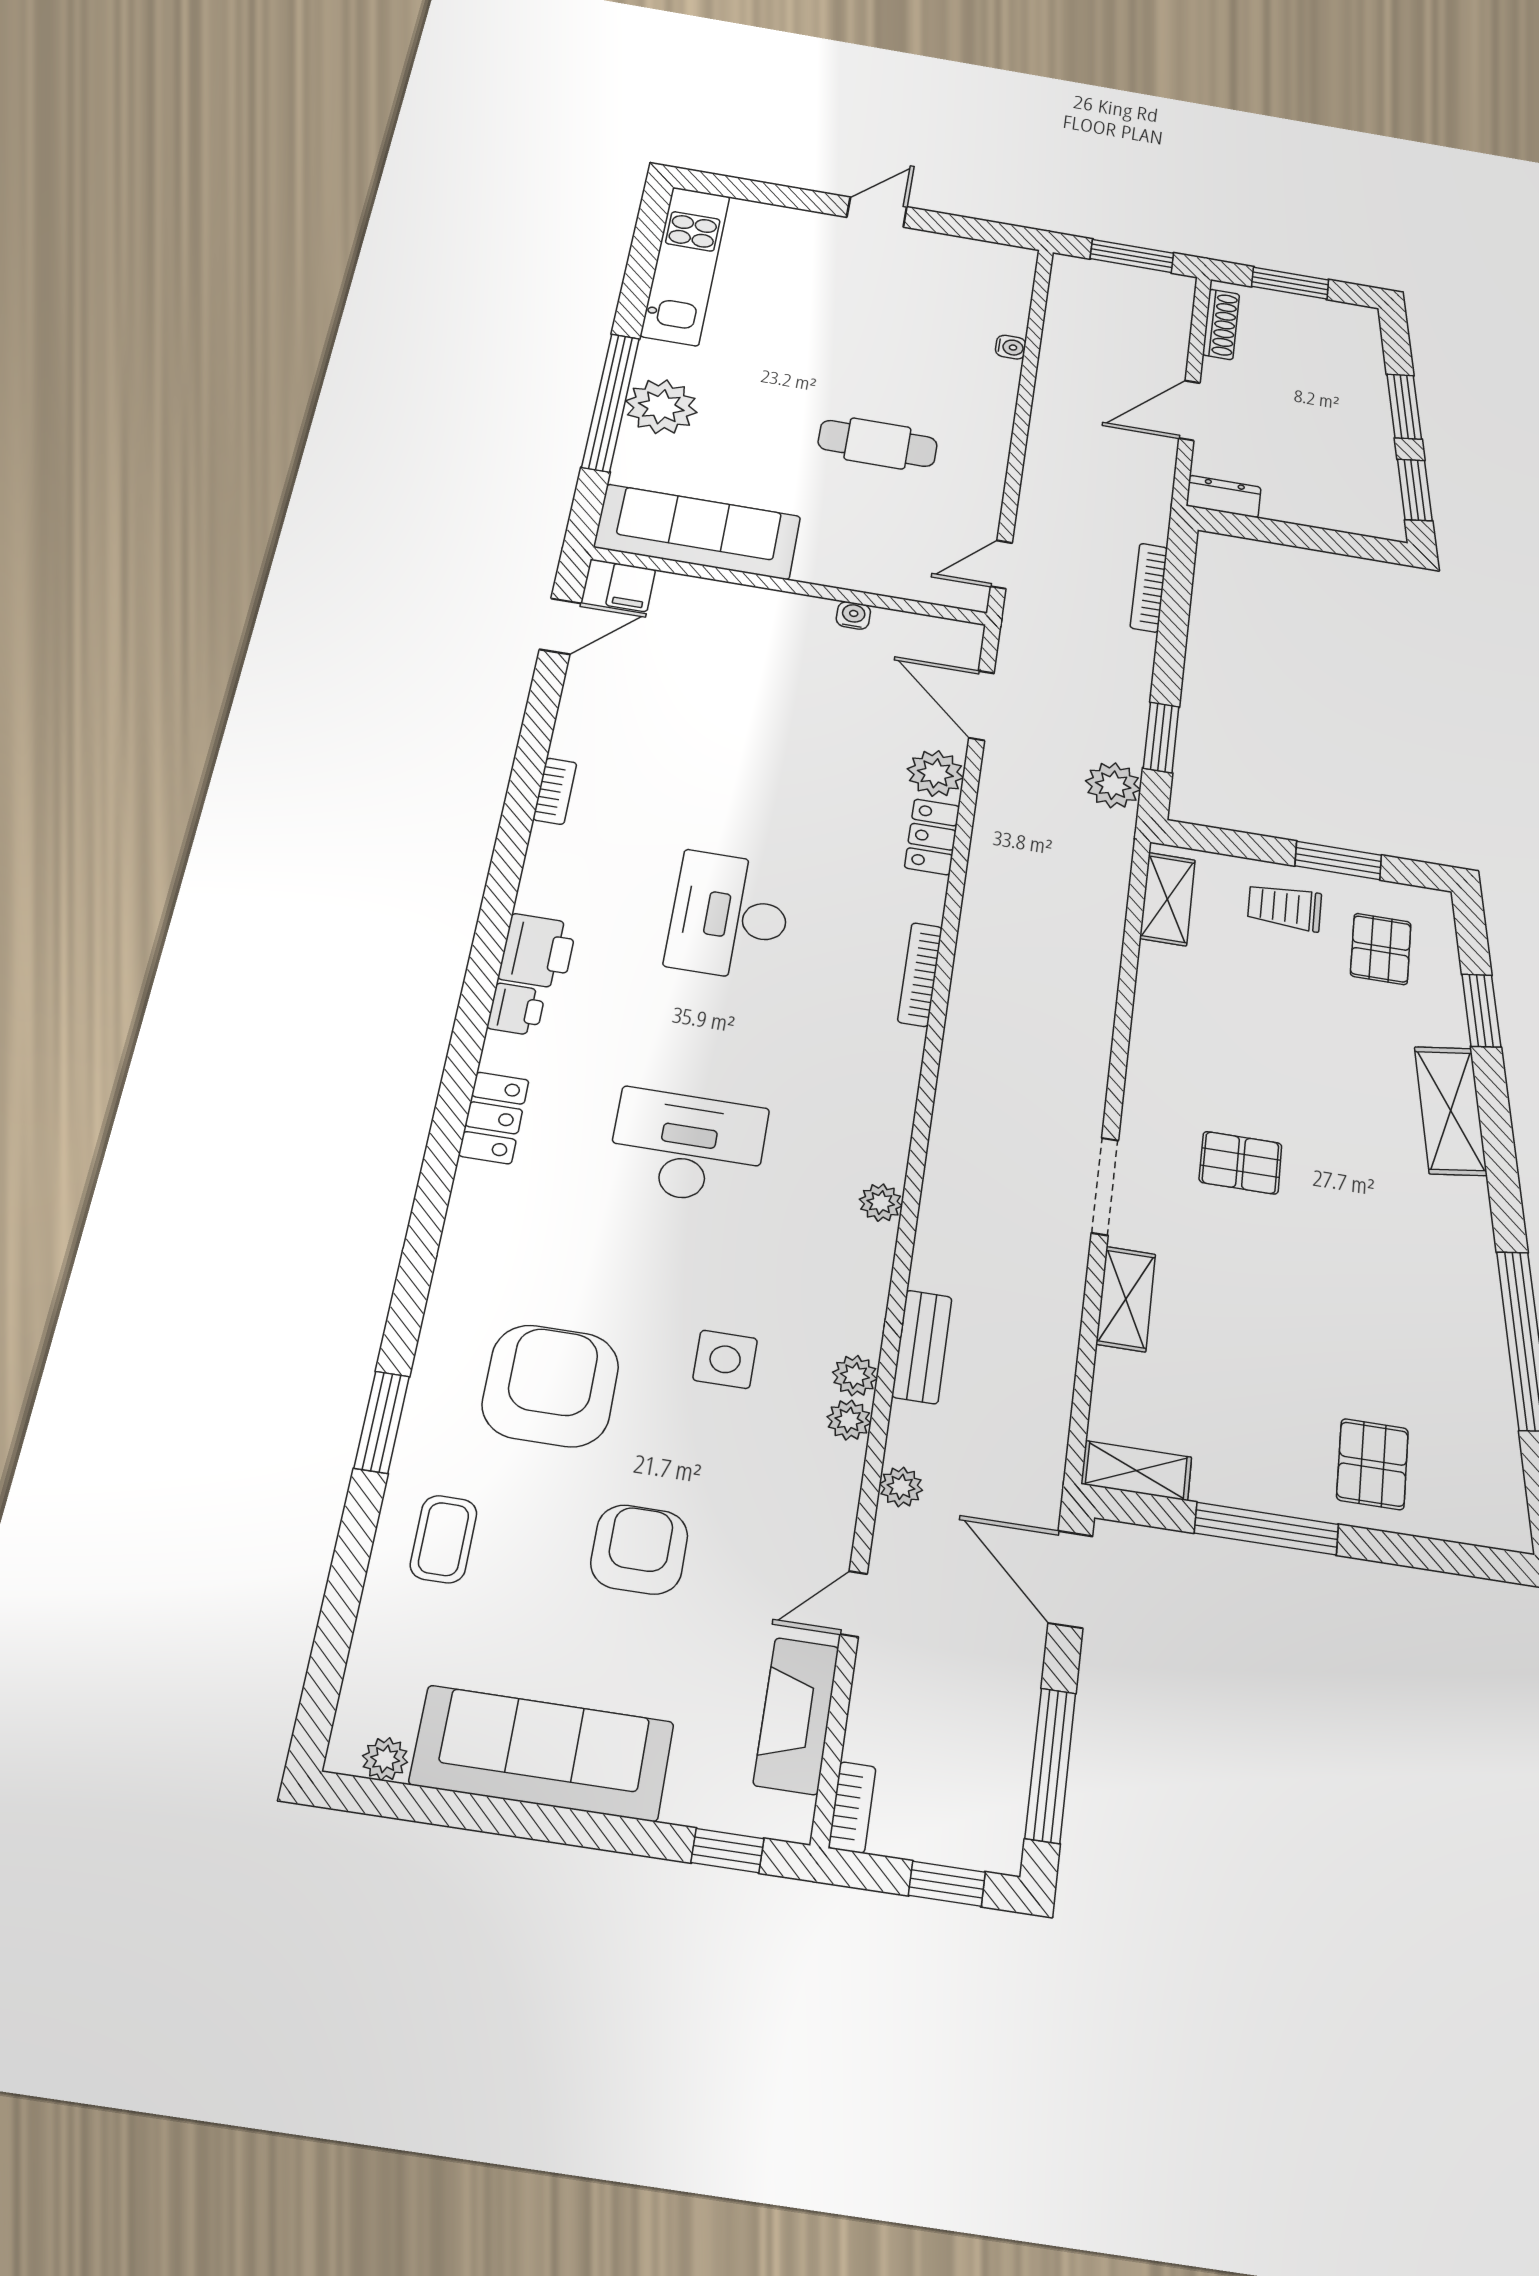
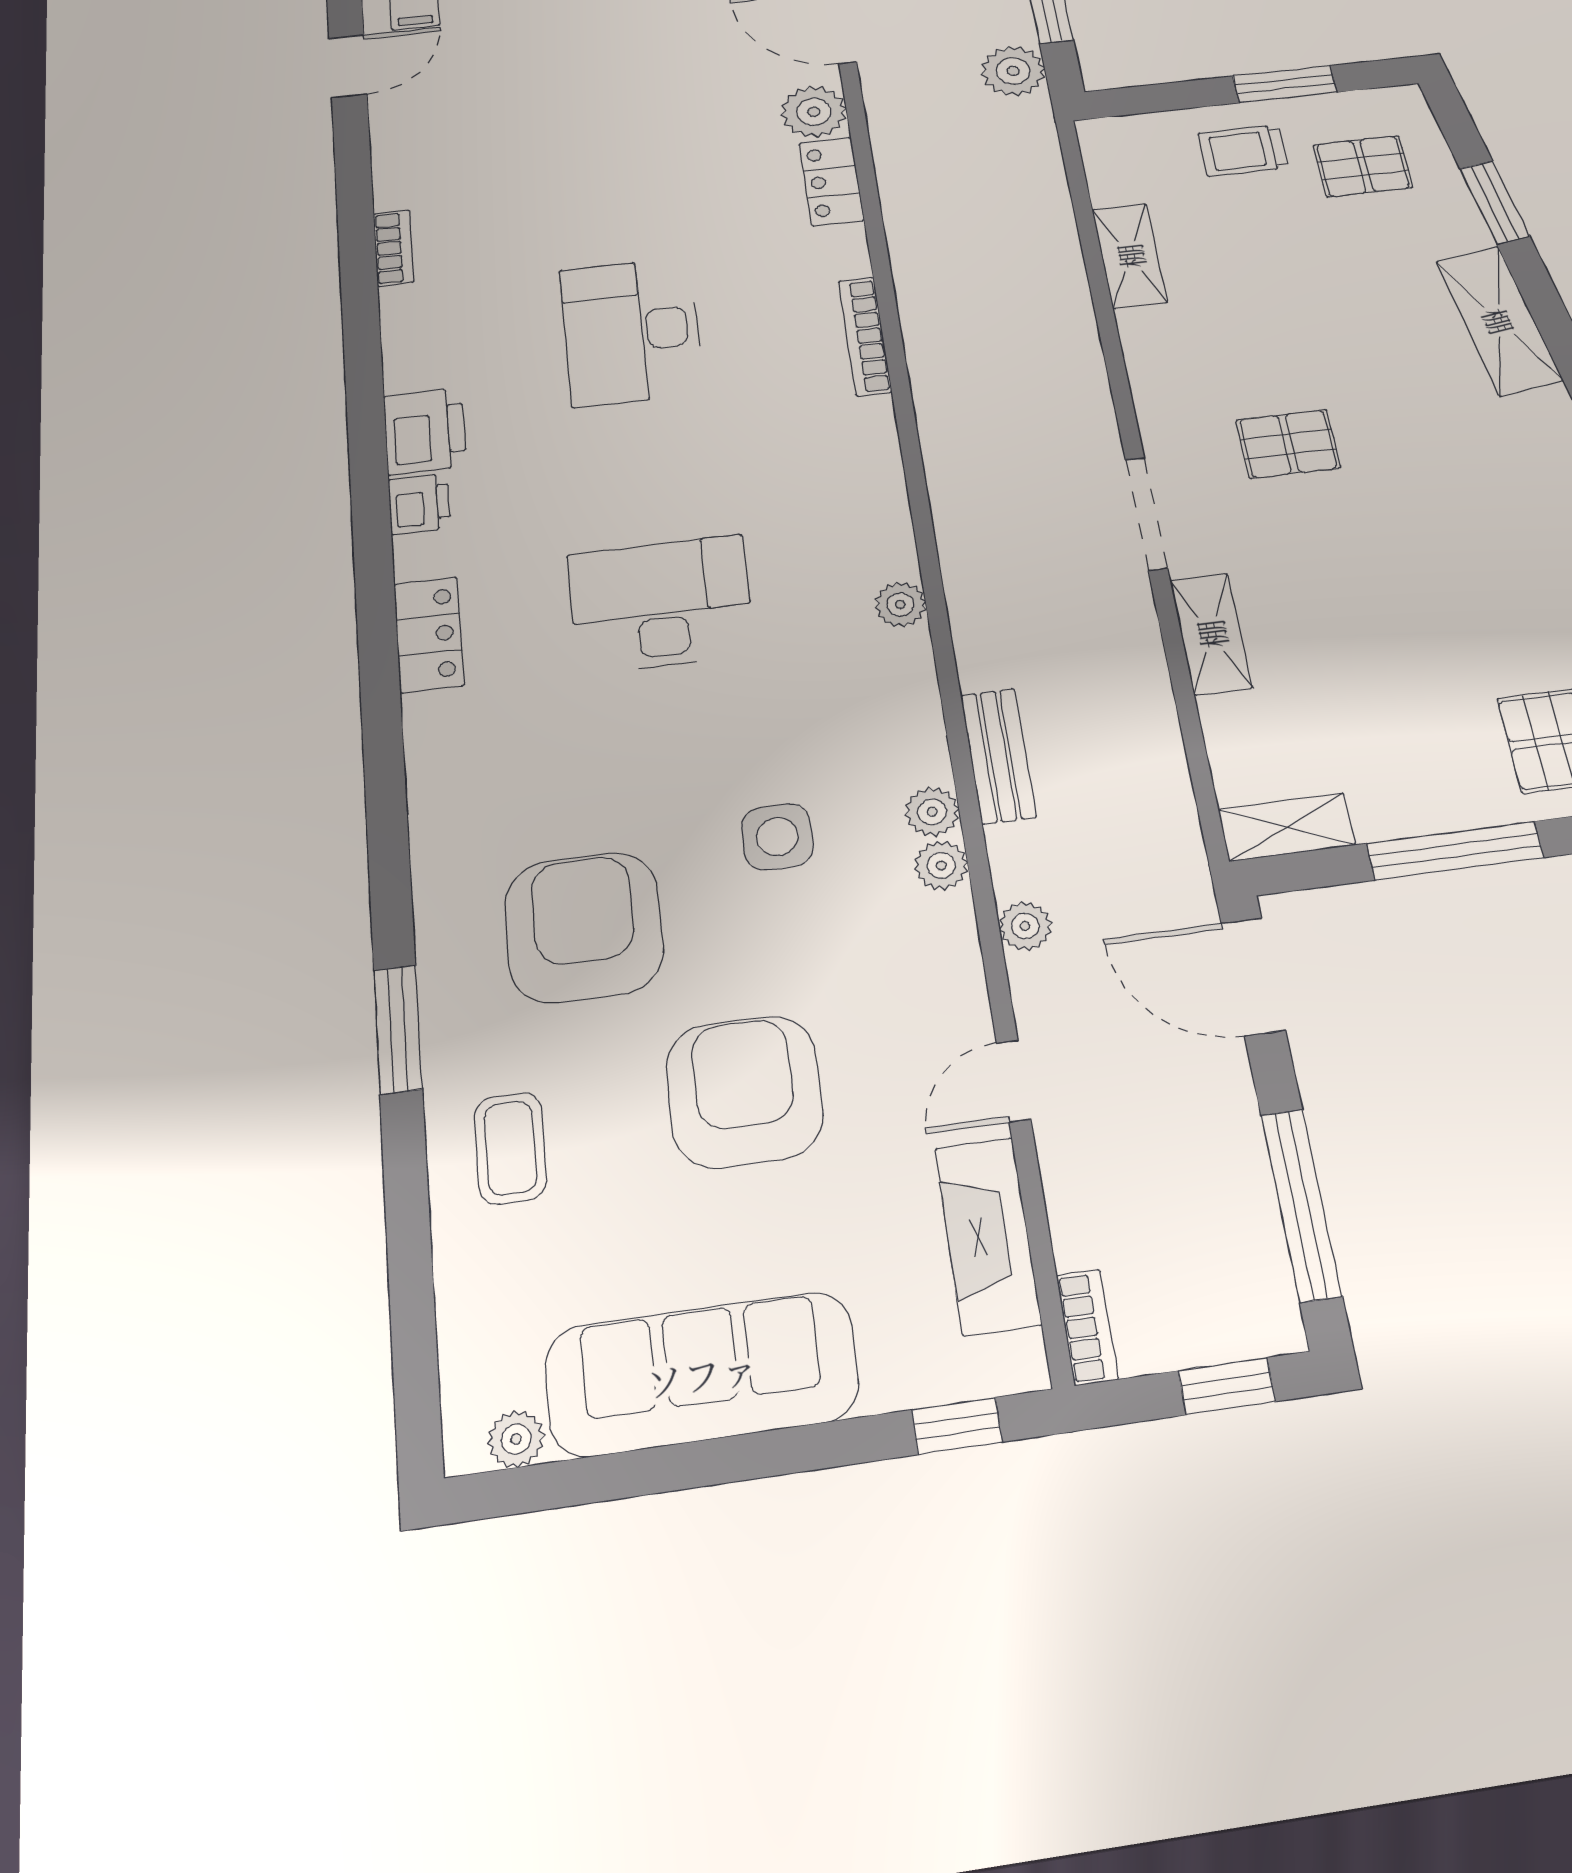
shelving: (1167, 899) -> (1130, 256), moved
pallet: (1381, 949) -> (1363, 166), turned 90
armchair: (639, 1550) -> (744, 1091), width x1.36, depth x1.36

